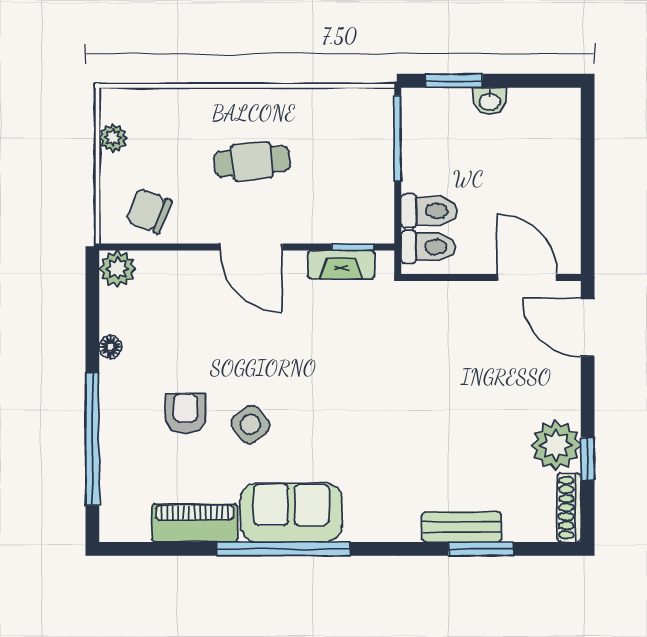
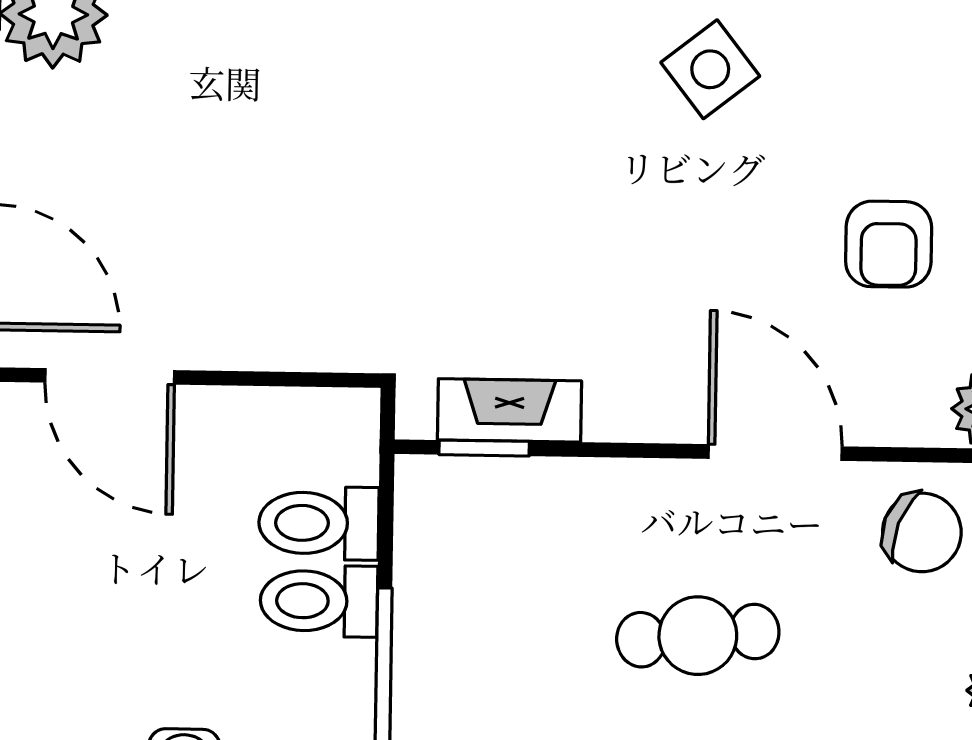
door: (251, 247) -> (775, 453), moved
toilet: (428, 247) -> (319, 601), moved
armchair: (185, 414) -> (889, 244), moved

